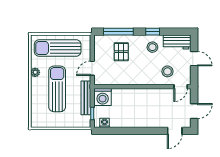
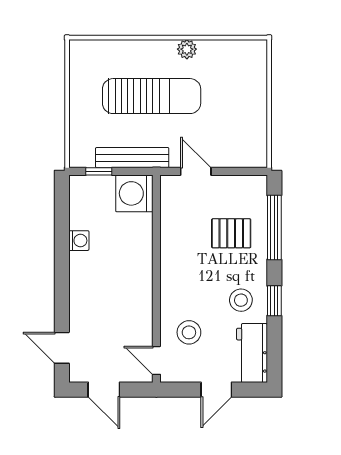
sun lounger: (58, 48) -> (239, 97), removed
washing machine: (105, 123) -> (79, 241), moved

